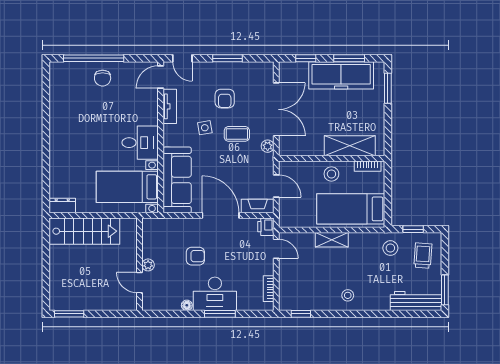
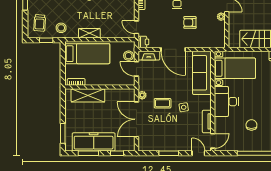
chair: (103, 78) -> (251, 125), moved
armchair: (225, 99) -> (171, 127), removed
desk: (140, 143) -> (226, 102), width x1.37
stool: (331, 174) -> (129, 56), moved
shelving: (332, 240) -> (89, 33), moved

